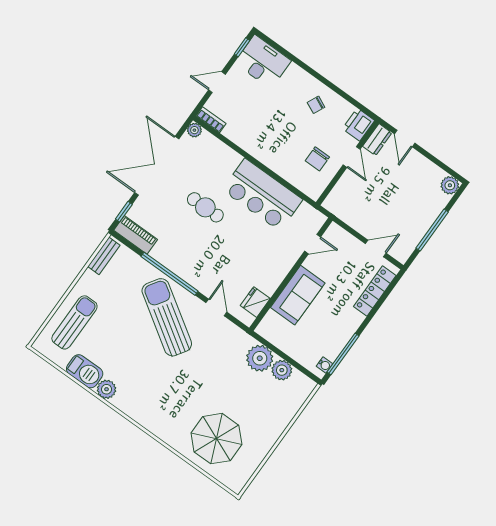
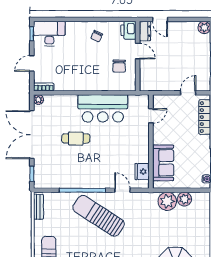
piano: (136, 235) -> (48, 182), removed
sofa: (298, 295) -> (163, 163), moved

